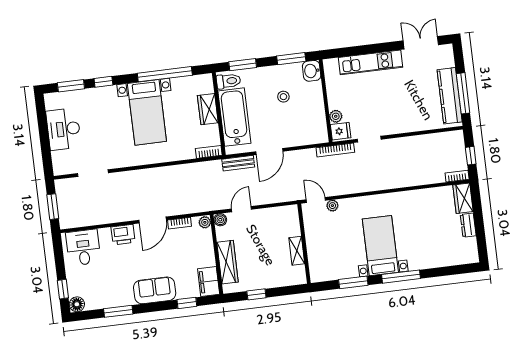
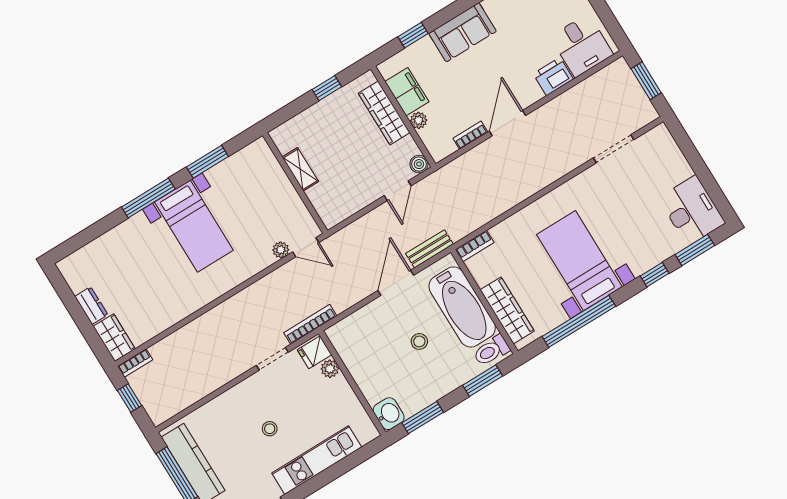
stool: (391, 96) -> (270, 429), added
stool: (283, 97) -> (419, 341), moved
wardrobe: (208, 109) -> (507, 310), width x1.50
desk: (64, 129) -> (692, 210), moved
plant: (205, 222) -> (419, 120), moved
printer: (123, 235) -> (553, 76), moved
filing cabinet: (209, 281) -> (407, 92), moved

